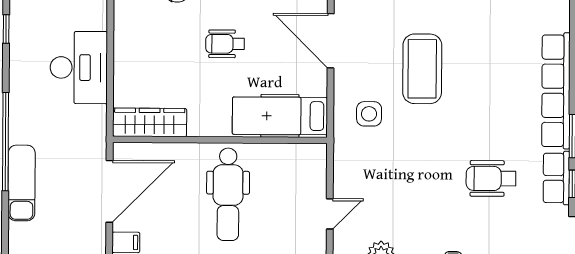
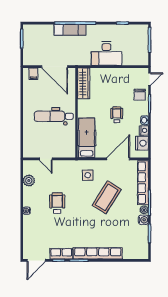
coffee table: (422, 69) -> (107, 197), turned -58
wheelchair: (491, 178) -> (57, 203), moved
exam couch: (22, 183) -> (70, 30), moved

